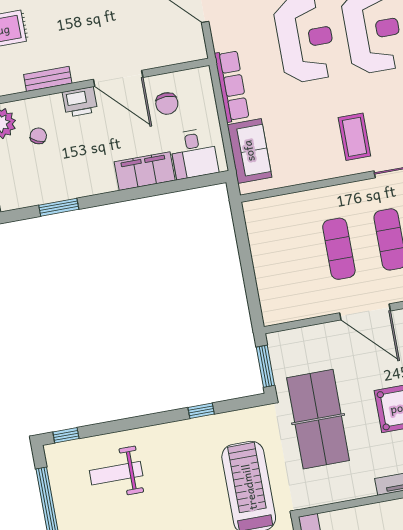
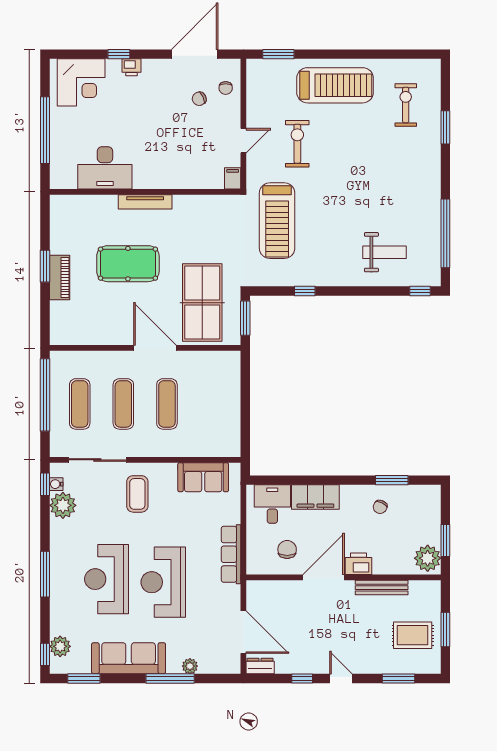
door: (118, 78) -> (324, 577), hinge flipped
bench: (48, 79) -> (382, 588), width x1.36
chair: (38, 136) -> (380, 507), moved
sofa: (249, 151) -> (203, 477), moved, turned -90
table tennis table: (318, 419) -> (202, 303), moved

